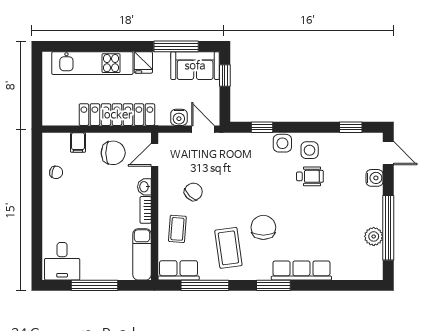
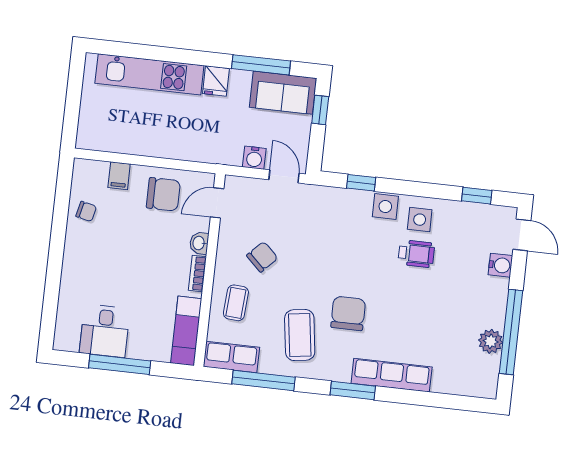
locker: (117, 115) -> (174, 145), removed
desk: (62, 261) -> (105, 331), moved

